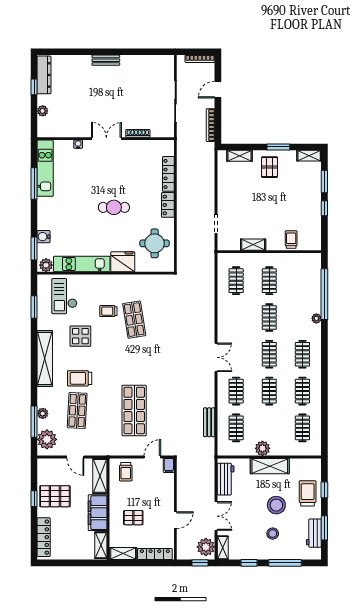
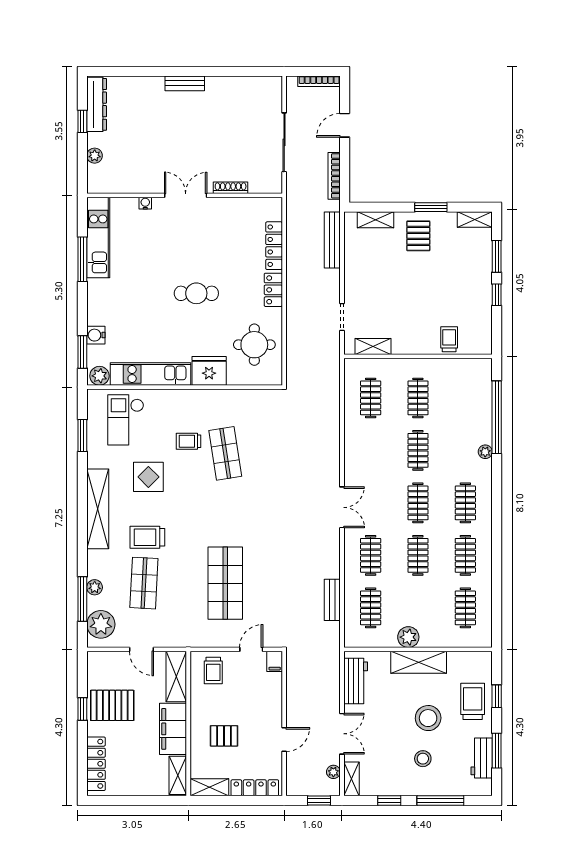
bench: (209, 170) -> (332, 240), added
shelving: (253, 245) -> (373, 346), moved
plant: (206, 547) -> (333, 772), width x0.53, depth x0.53

